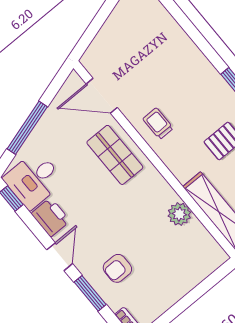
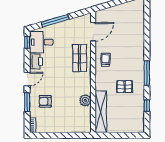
door: (102, 96) -> (93, 32), swing flipped

